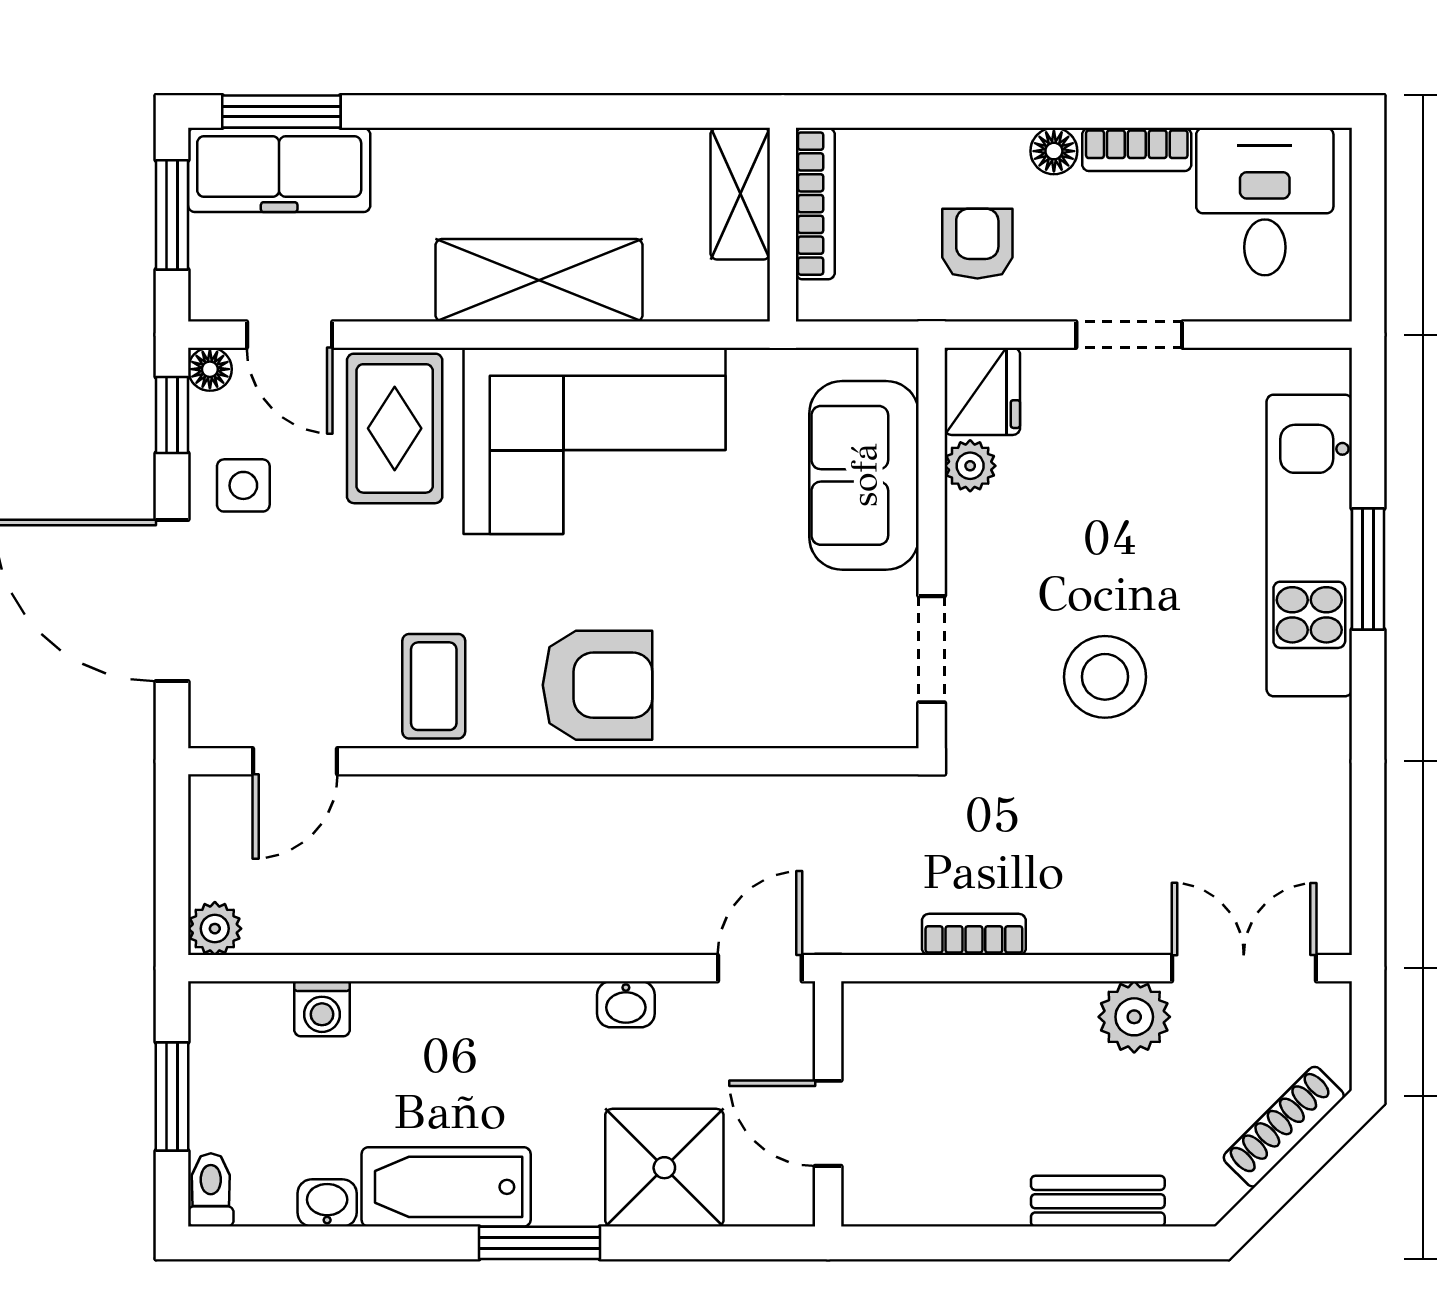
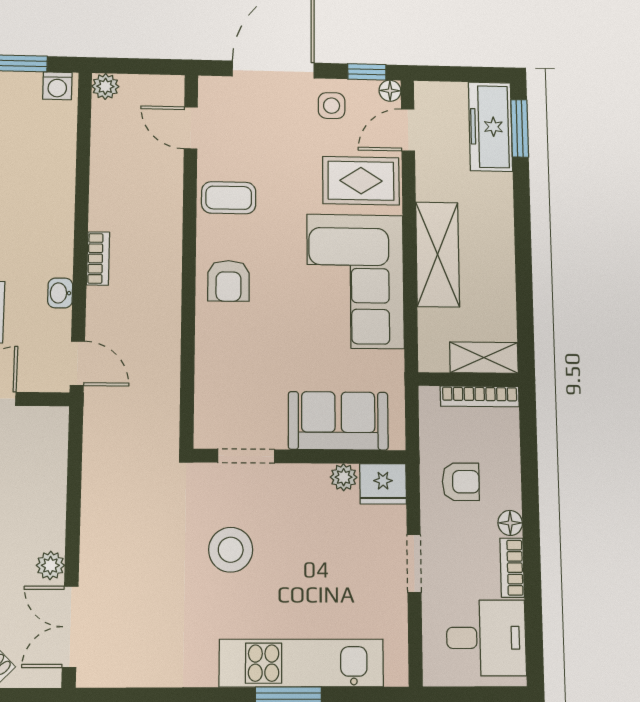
window: (172, 215) -> (467, 74), removed
armchair: (598, 685) -> (228, 281), width x0.72, depth x0.72
bookcase: (974, 934) -> (98, 258), moved
double door: (1244, 968) -> (70, 627), swing flipped
washing machine: (322, 1009) -> (57, 86), moved, turned -90
plant: (1134, 1017) -> (50, 565), width x0.73, depth x0.73

